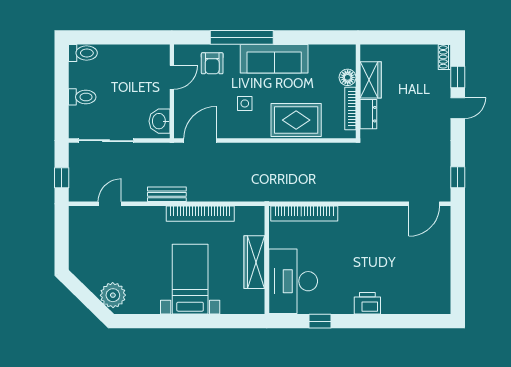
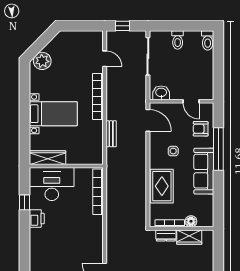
bench: (167, 194) -> (111, 134), moved
bookcase: (200, 214) -> (98, 96), moved
wardrobe: (254, 262) -> (47, 158), moved
printer: (367, 303) -> (37, 219), moved

